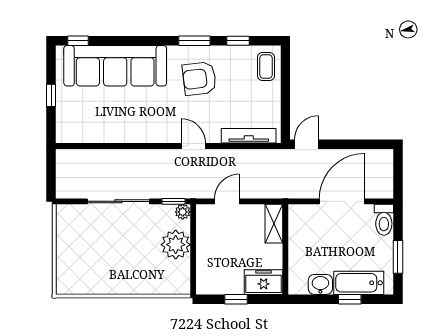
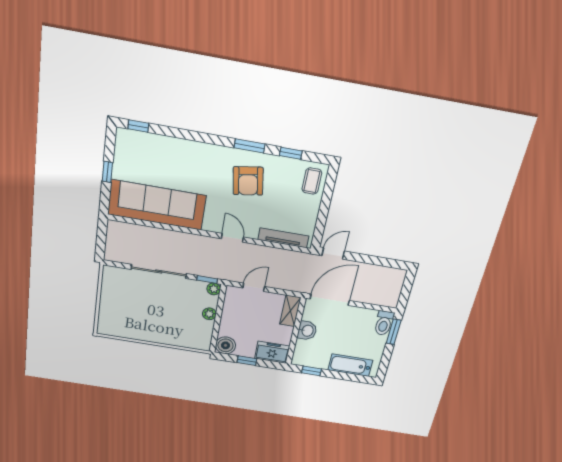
sofa: (115, 66) -> (157, 205), moved, turned 180
armchair: (199, 79) -> (248, 181), turned -92
door: (342, 201) -> (330, 300), moved
plant: (176, 245) -> (209, 314), width x0.53, depth x0.53
window: (398, 257) -> (394, 332), moved
boiler: (208, 283) -> (225, 345), added
washbasin: (320, 284) -> (307, 331), moved, turned 90
window: (350, 299) -> (312, 371), moved

